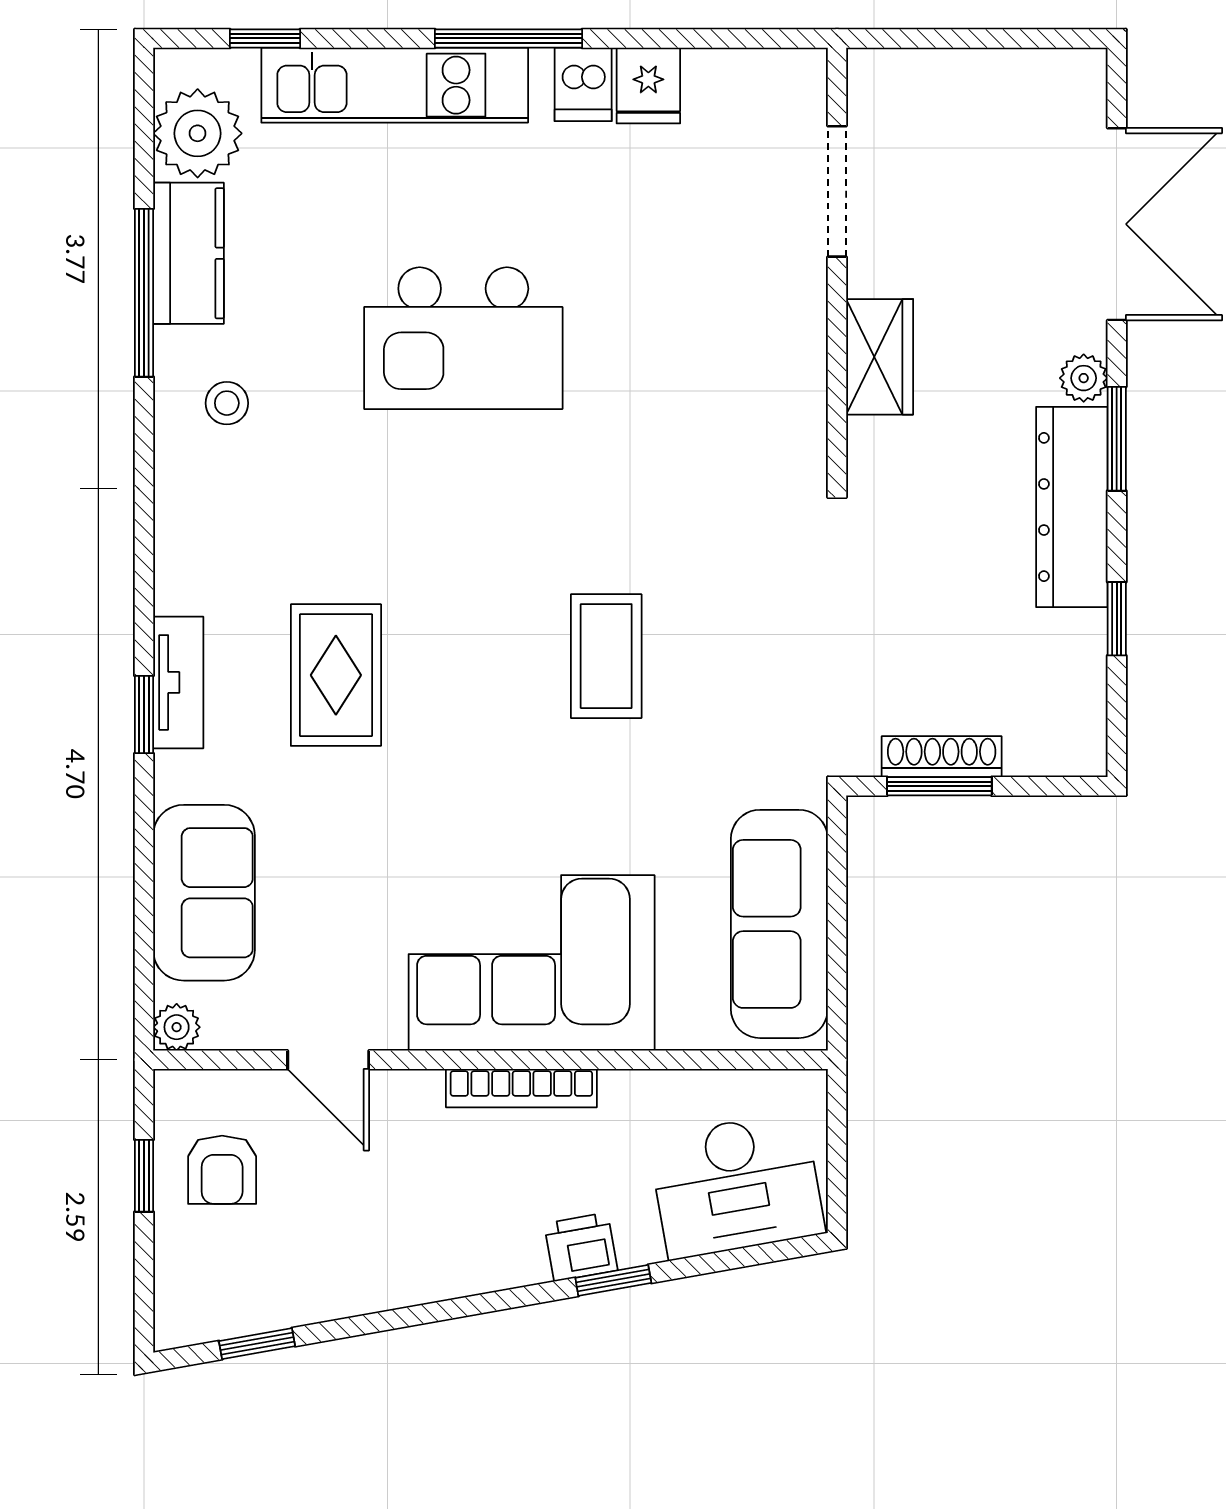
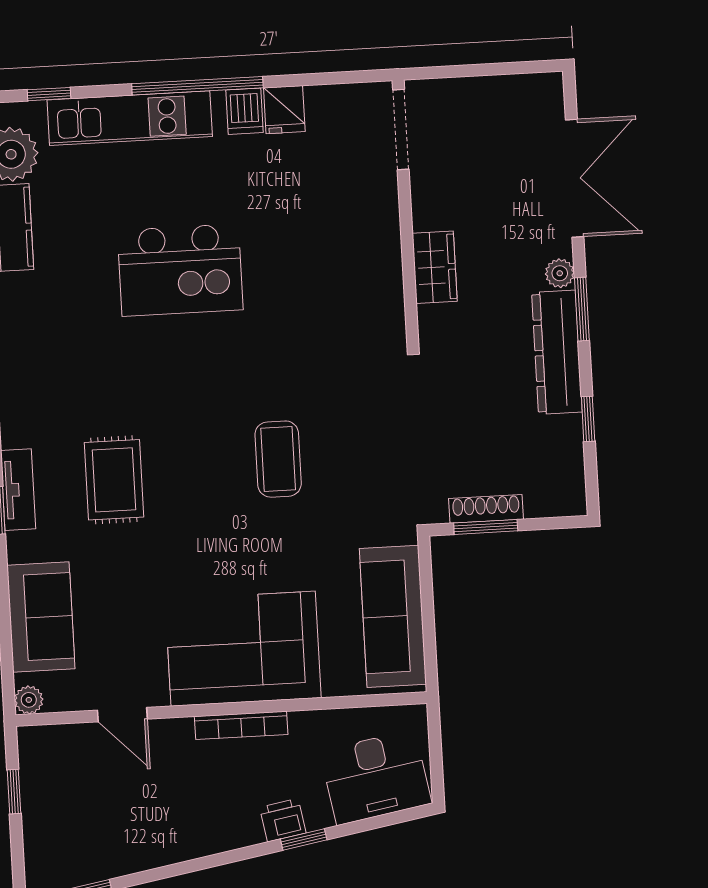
window: (509, 38) -> (197, 86), width x1.46
doorway: (837, 191) -> (401, 129), moved
stool: (227, 403) -> (38, 318), removed
armchair: (222, 1170) -> (61, 785), removed

